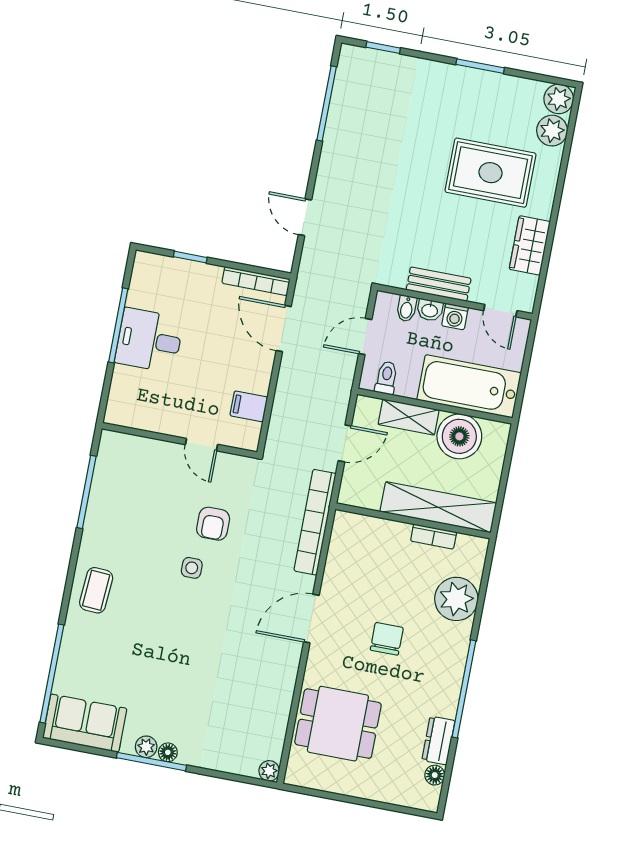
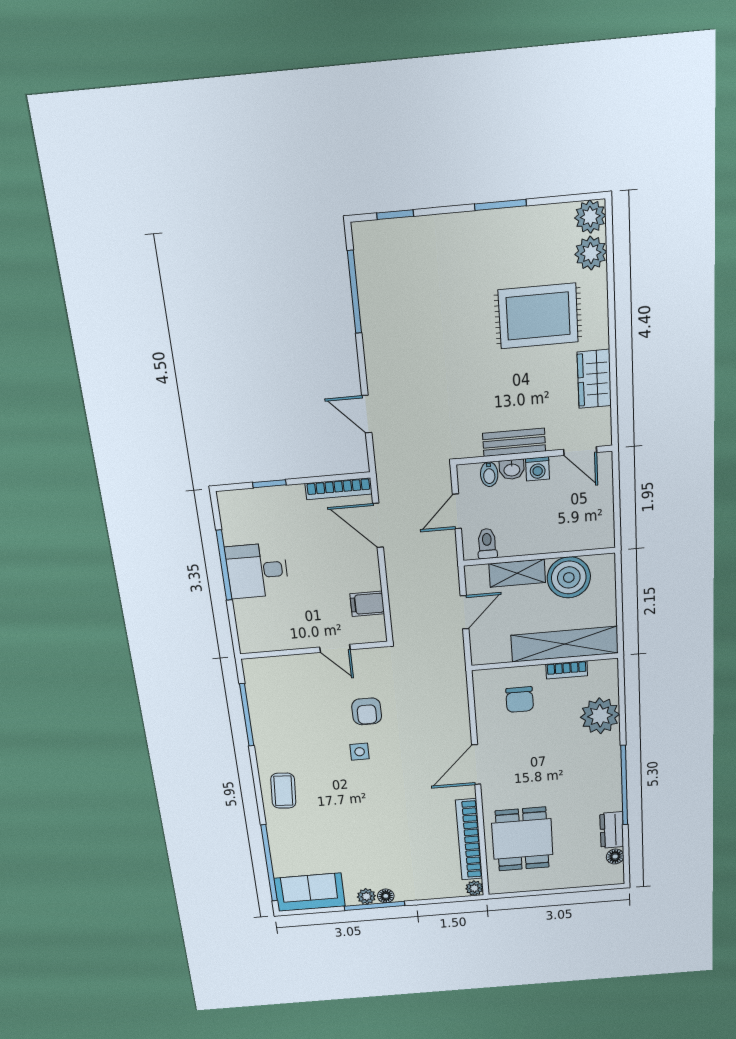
bathtub: (469, 386) -> (567, 530), removed
bookcase: (315, 522) -> (469, 840), moved
chair: (387, 639) -> (520, 700), moved, turned 180
dining table: (338, 724) -> (522, 839), turned 90

